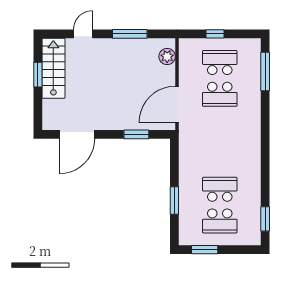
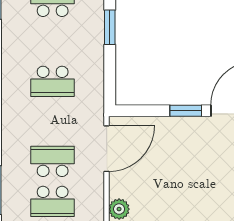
window: (136, 134) -> (186, 111), moved
school desk: (220, 189) -> (53, 81), moved

